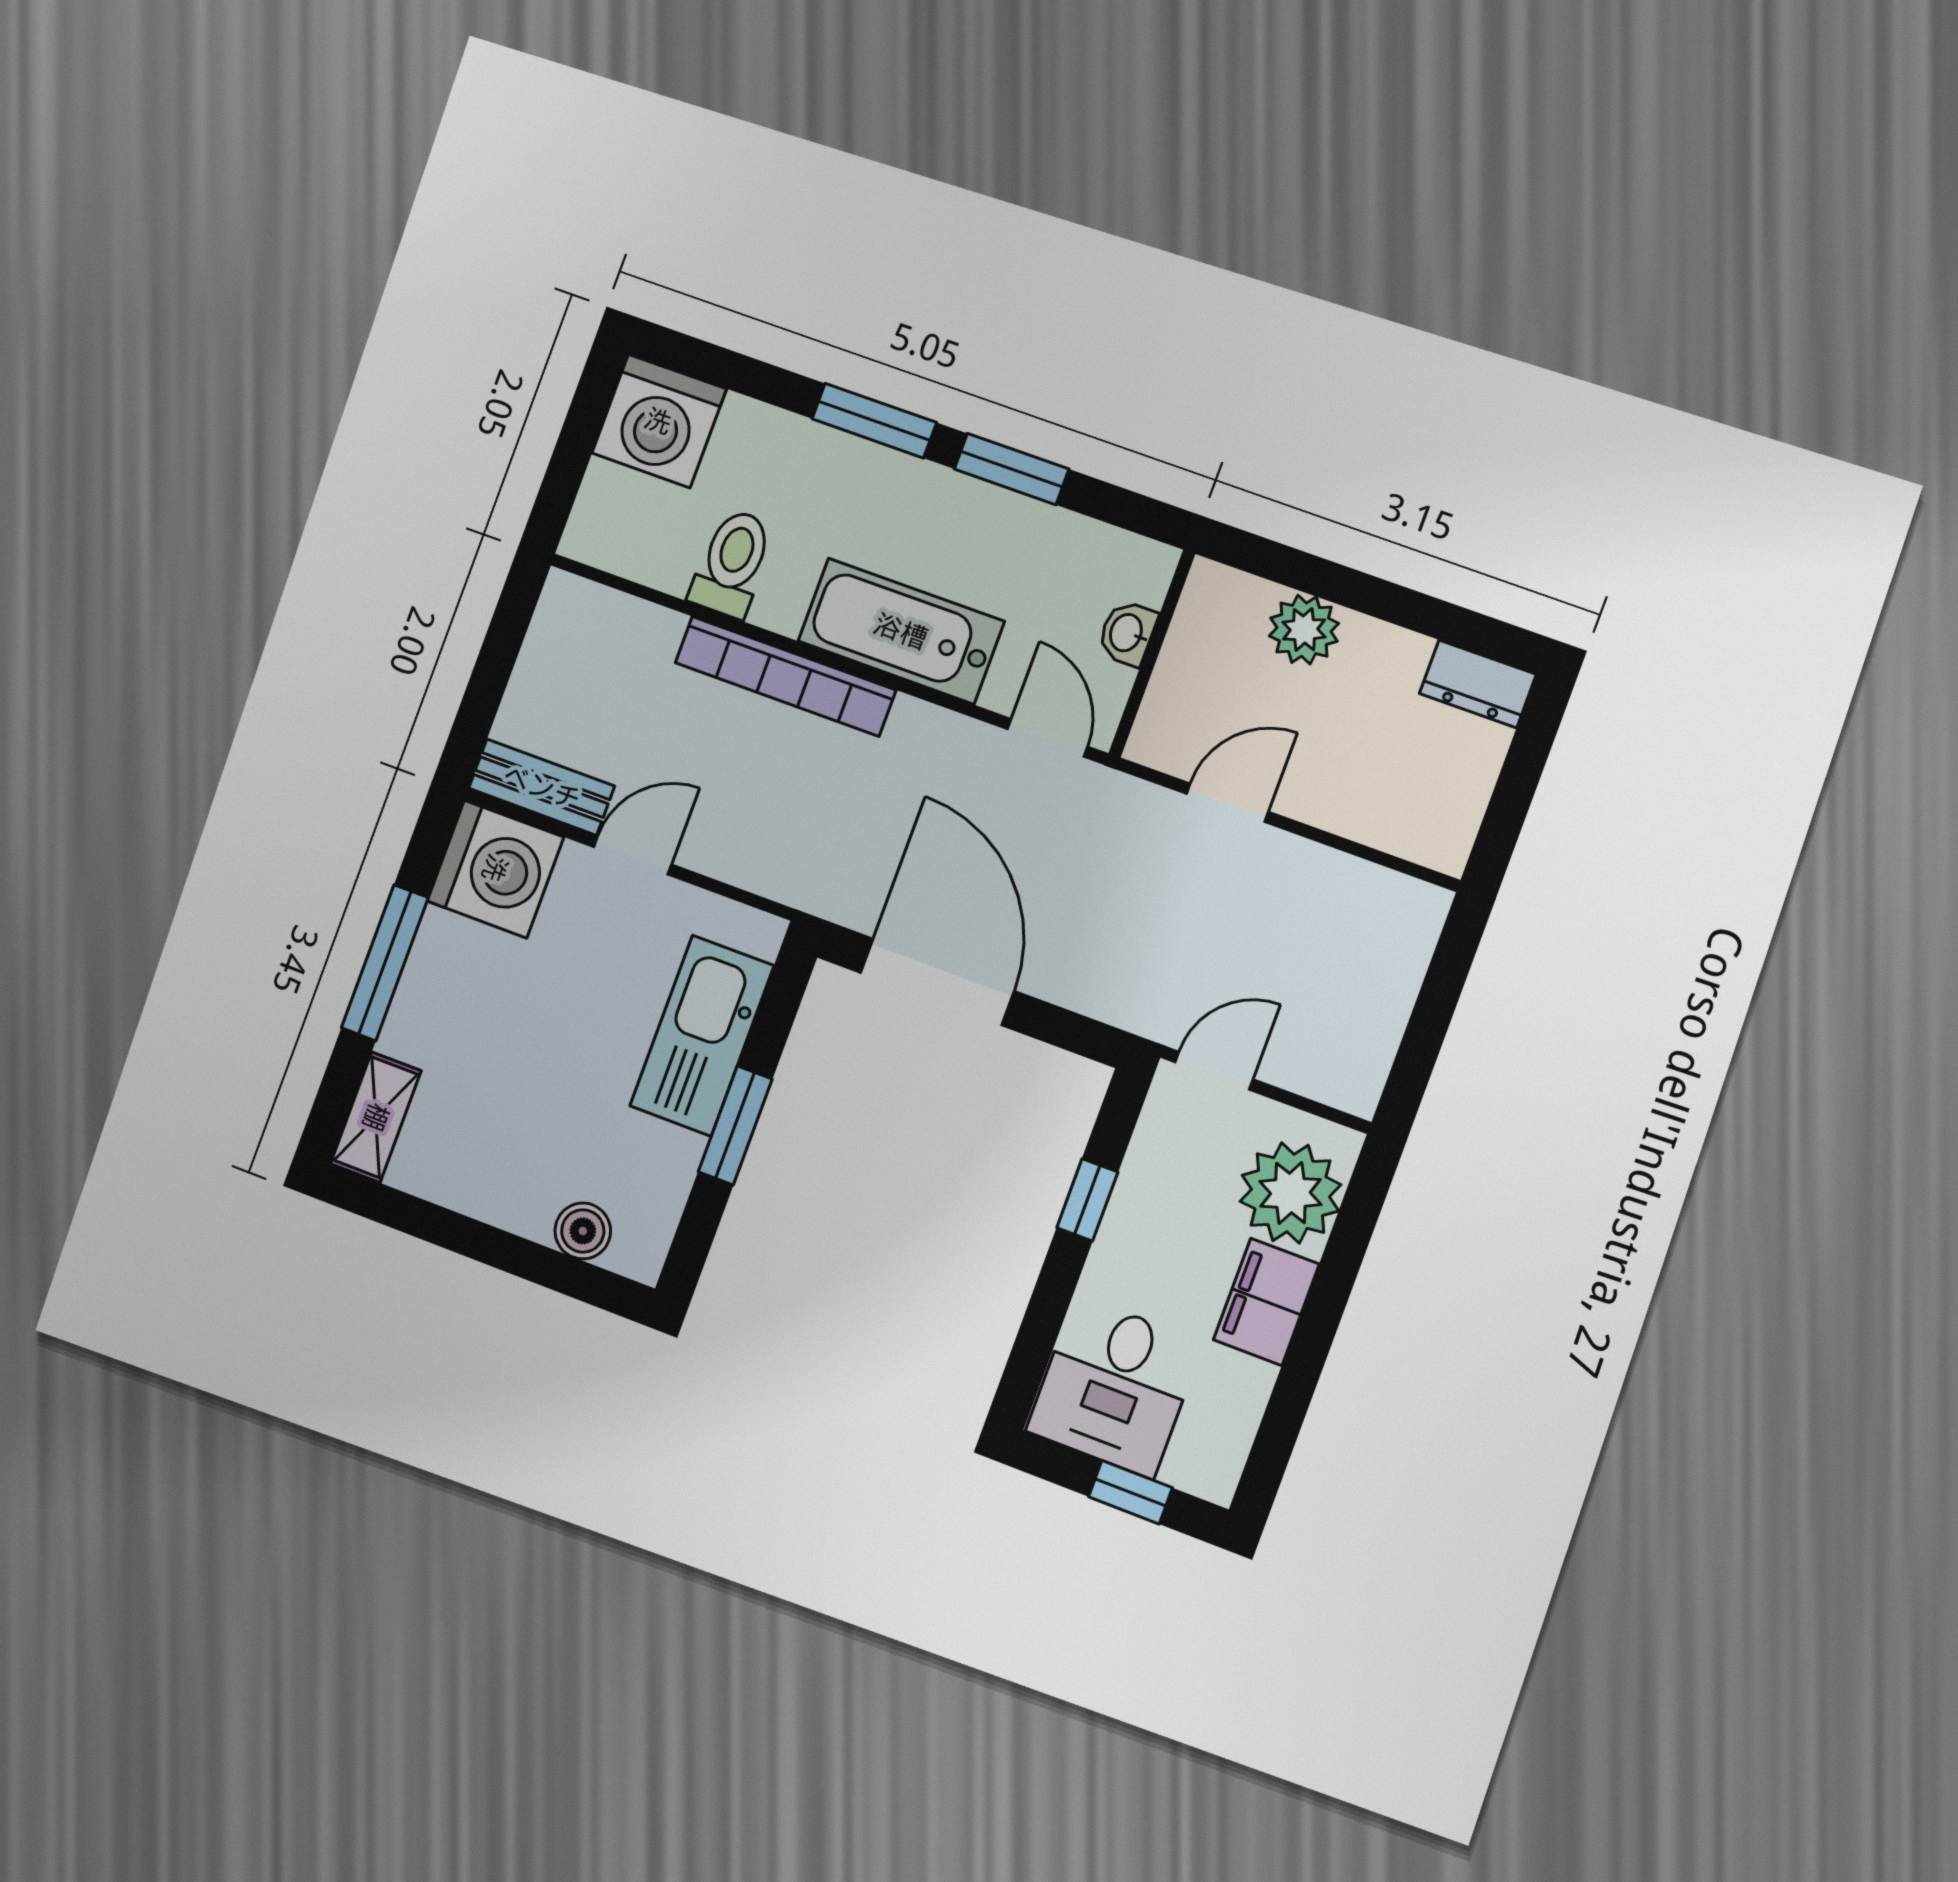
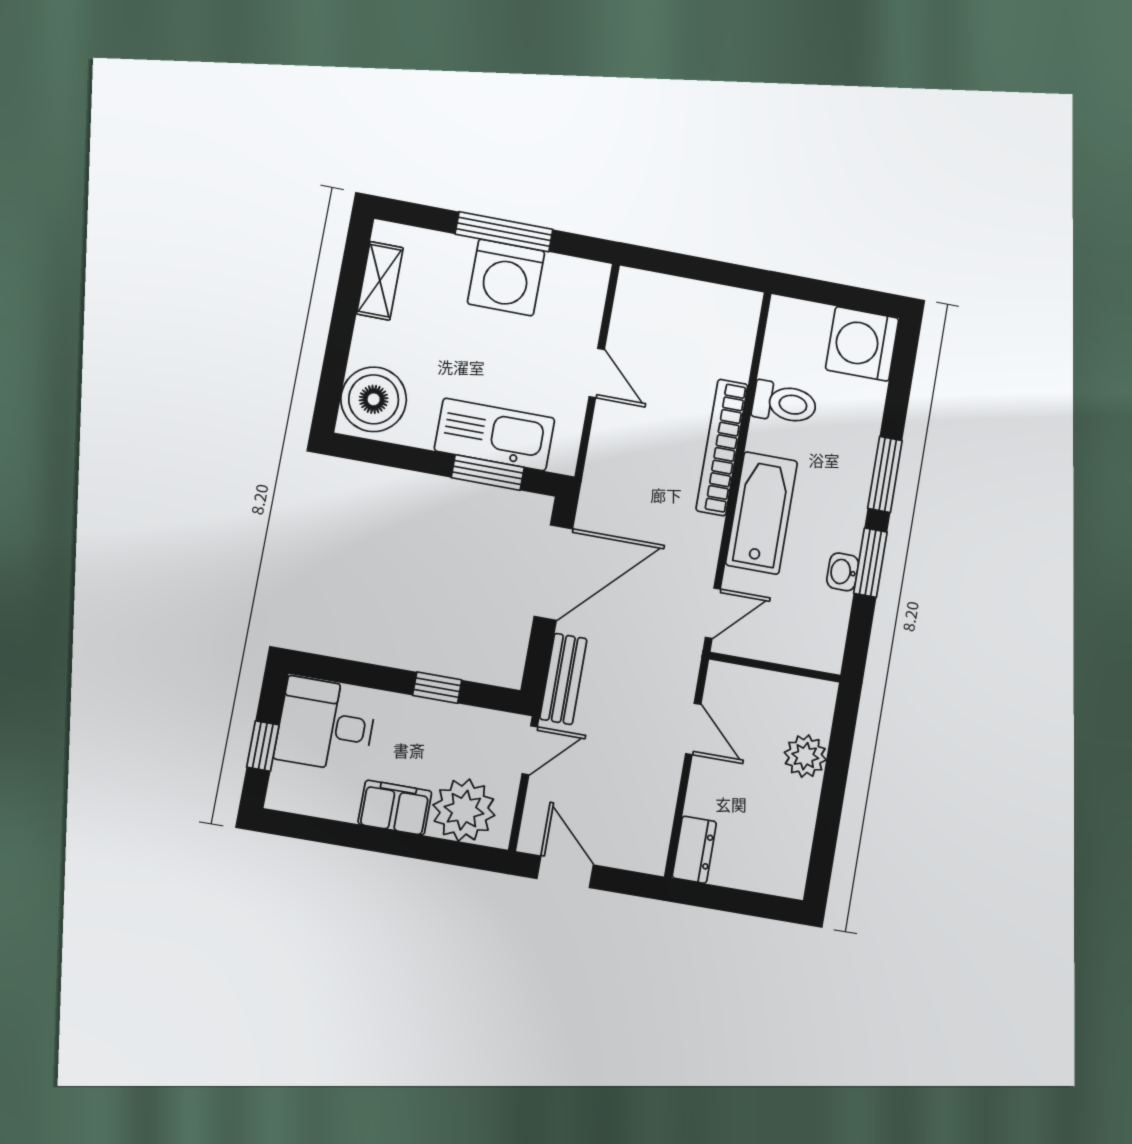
washbasin: (1127, 633) -> (843, 572), moved, turned -90
dresser: (1478, 684) -> (694, 850), moved, turned 180
bench: (542, 787) -> (563, 679), moved
washing machine: (495, 869) -> (506, 277), moved
door: (1419, 1049) -> (565, 872), added
door: (1214, 1071) -> (530, 750), hinge flipped
shelving: (376, 1117) -> (380, 281), moved, turned 90
window: (735, 1125) -> (488, 472), moved
boiler: (583, 1231) -> (374, 399), width x1.86, depth x1.86

